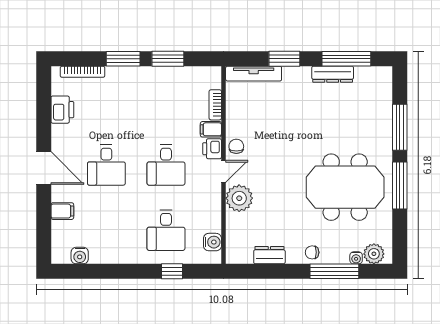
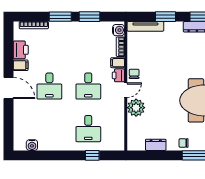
filing cabinet: (62, 211) -> (21, 65), moved
water cooler: (212, 242) -> (119, 30), moved

